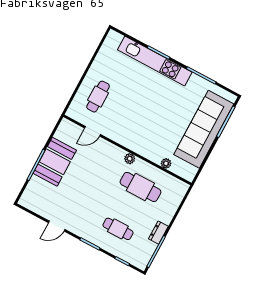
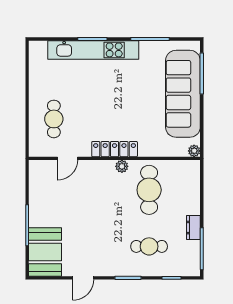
locker: (131, 143) -> (115, 149), added
booth: (55, 162) -> (45, 252), moved
plant: (166, 163) -> (194, 151), moved
cafe table: (140, 187) -> (149, 190), turned 90

